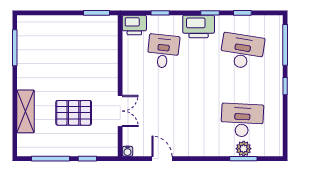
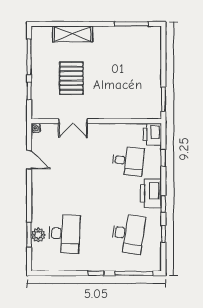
door: (162, 159) -> (29, 160), hinge flipped

